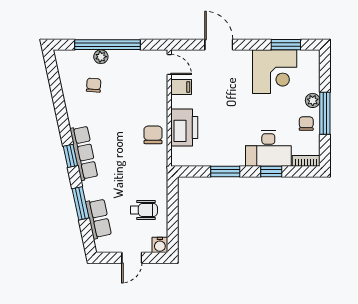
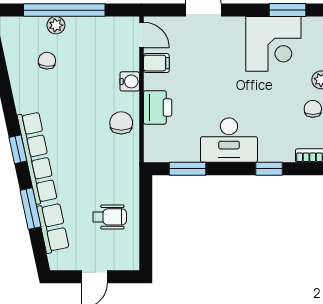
printer: (184, 128) -> (158, 107), width x0.73, depth x0.84
desk: (268, 149) -> (229, 140), moved
row of seats: (84, 153) -> (37, 158), width x1.36
window: (225, 171) -> (188, 169), moved
water cooler: (160, 245) -> (130, 81), moved, turned -90

